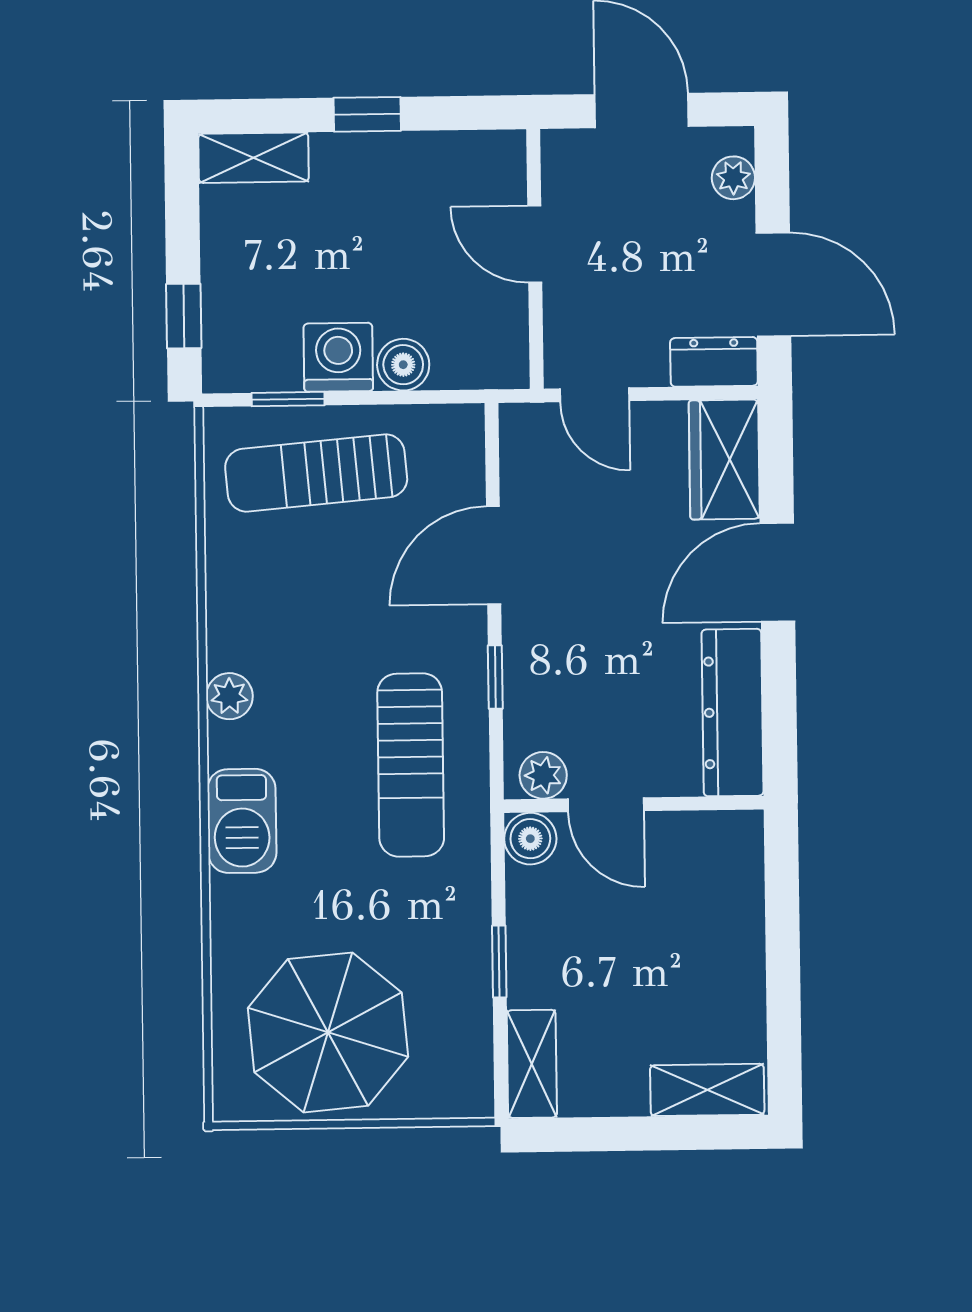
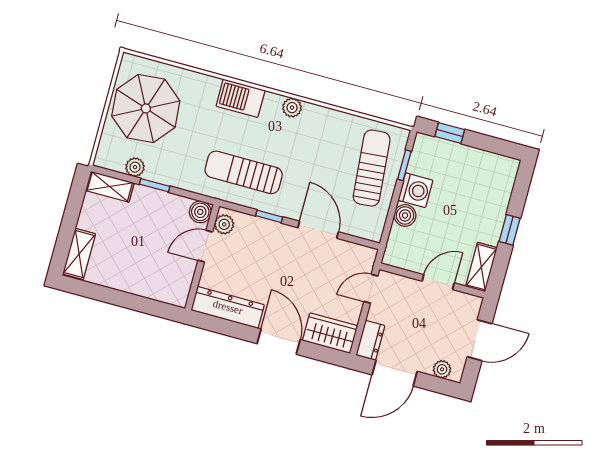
shelving: (254, 158) -> (481, 267), moved
plant: (470, 1019) -> (135, 167), added

